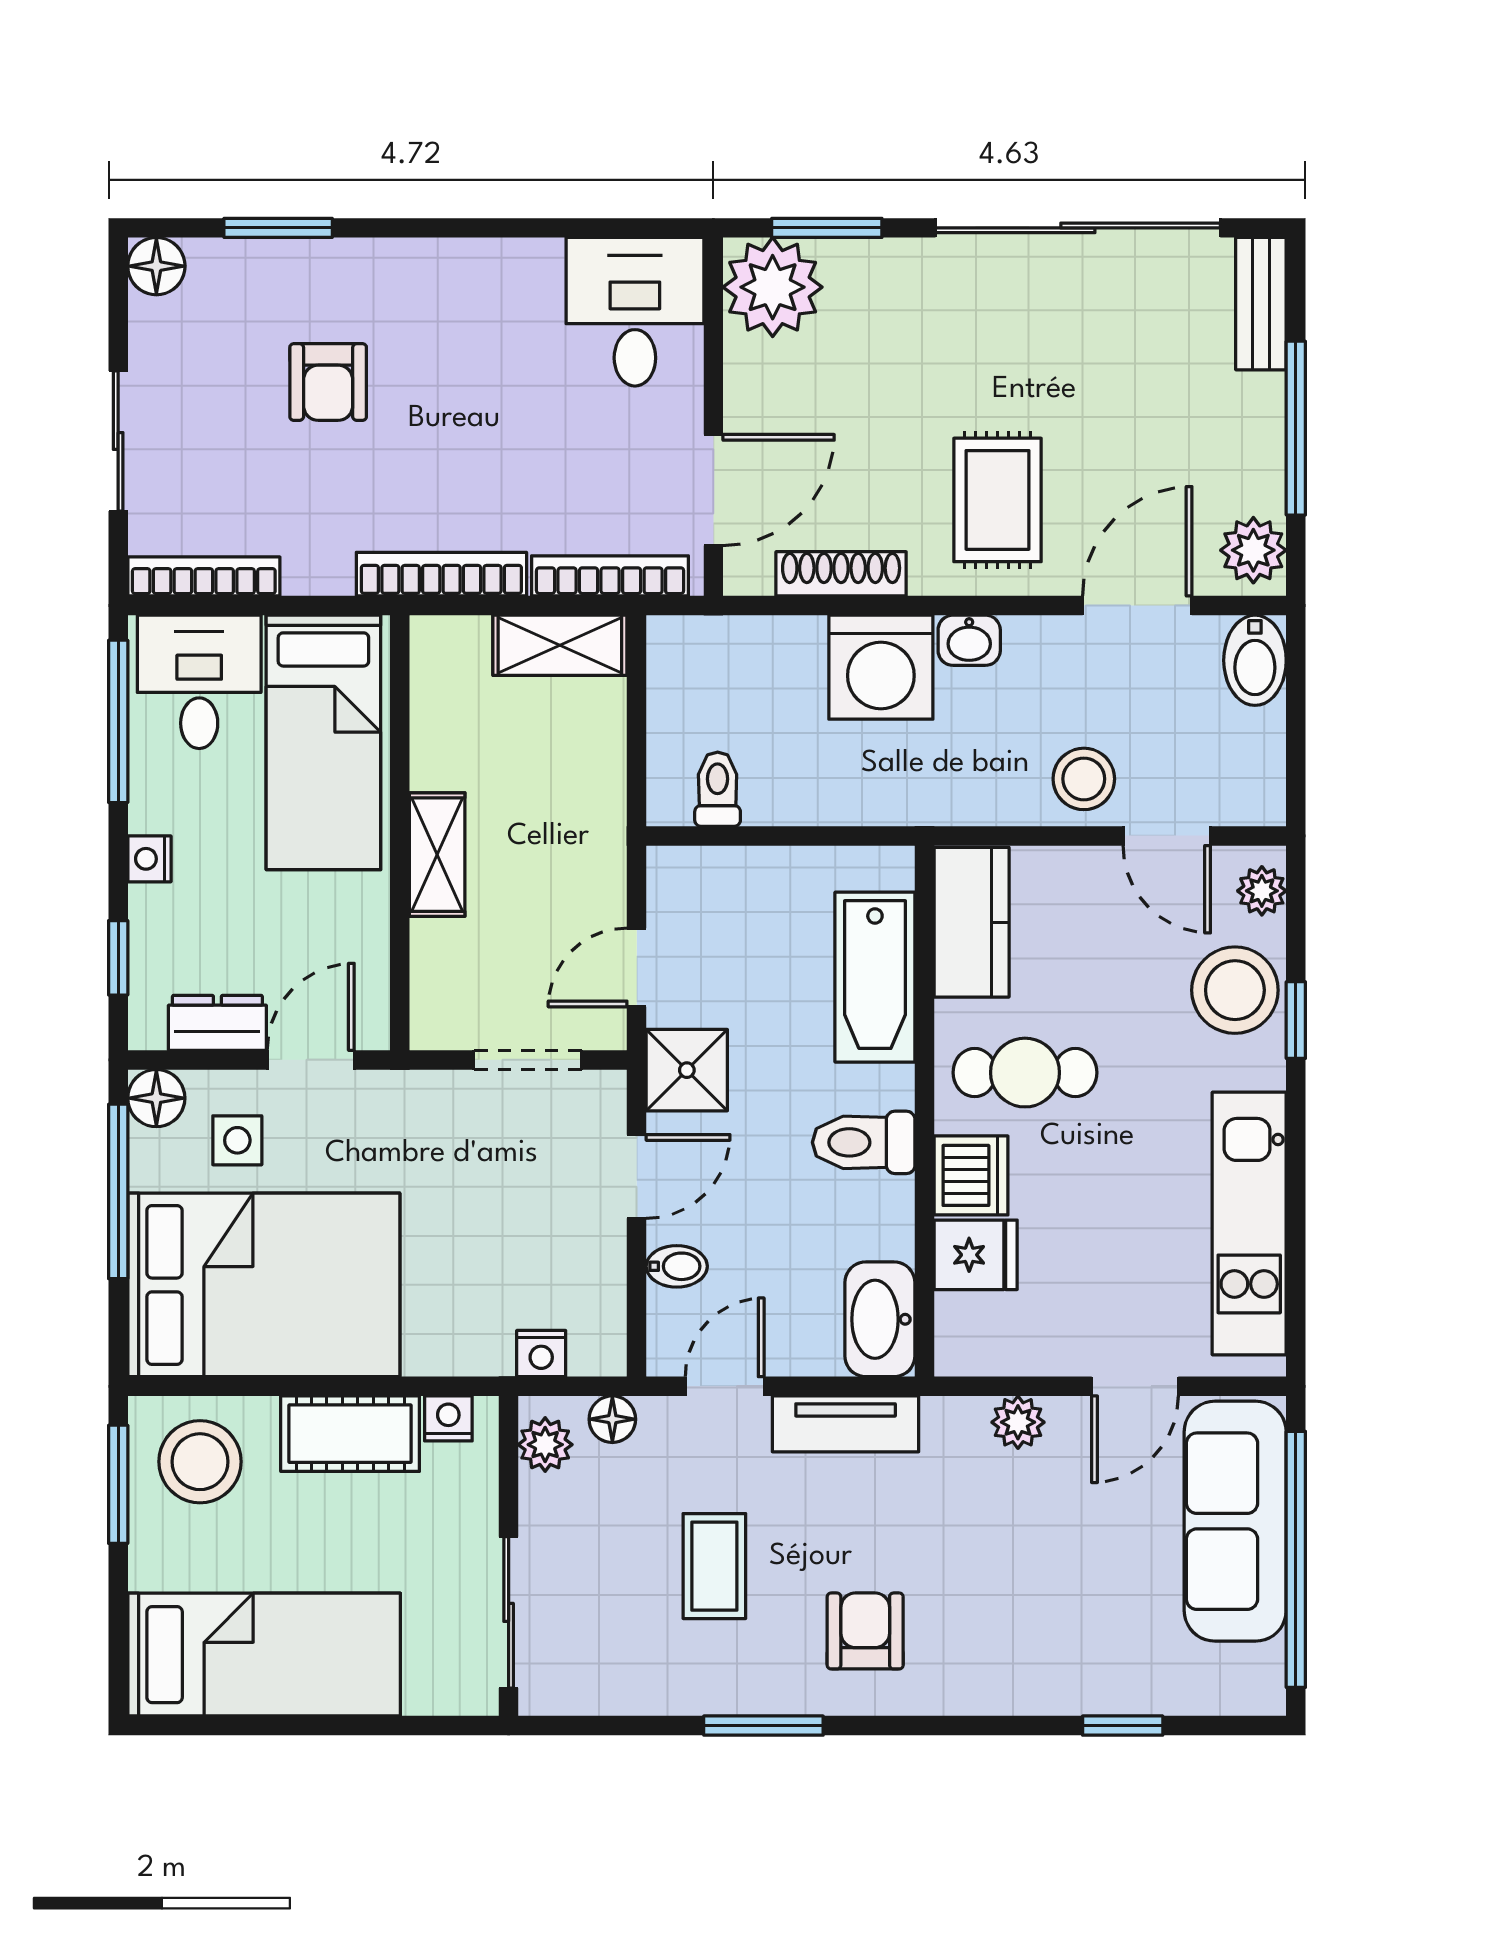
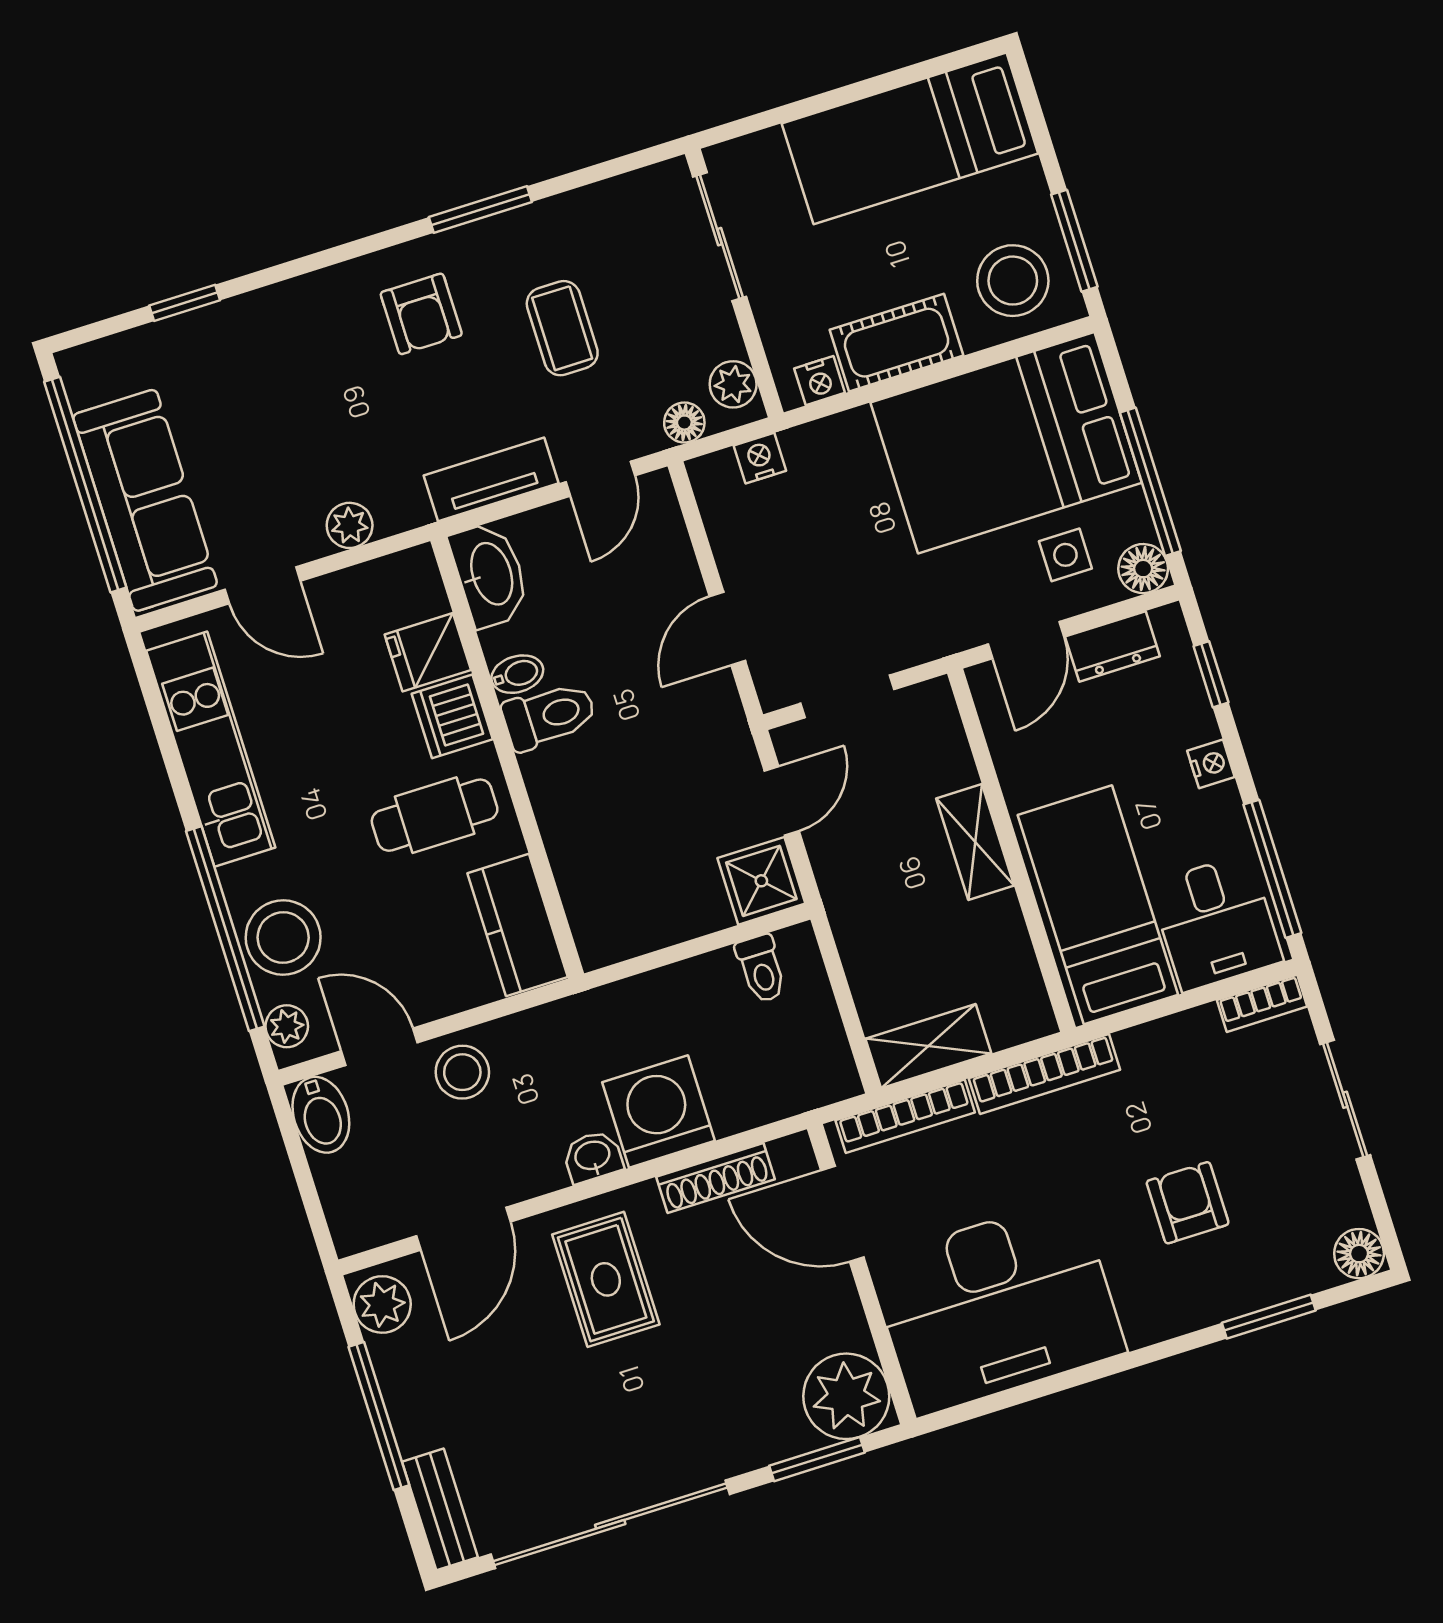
desk: (635, 312) -> (997, 1306), width x1.87, depth x1.30
door: (713, 490) -> (842, 1214), hinge flipped
bookcase: (204, 576) -> (1262, 1003), width x0.64
bidet: (1255, 660) -> (321, 1115), moved, turned 180
bathtub: (875, 977) -> (583, 855), removed
window: (1296, 1020) -> (225, 929), width x3.17
shower: (687, 1070) -> (761, 881), moved
bidet: (677, 1266) -> (517, 674), moved, turned 180
door: (1135, 1386) -> (263, 585), swing flipped

